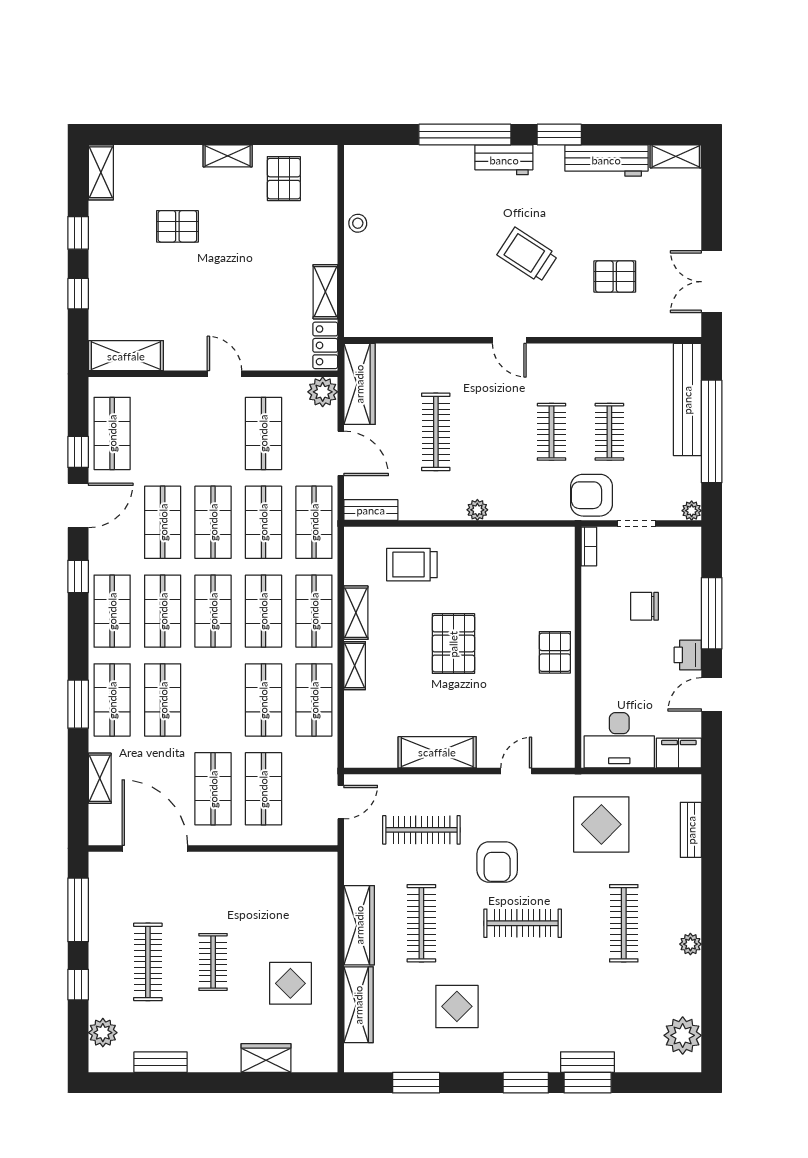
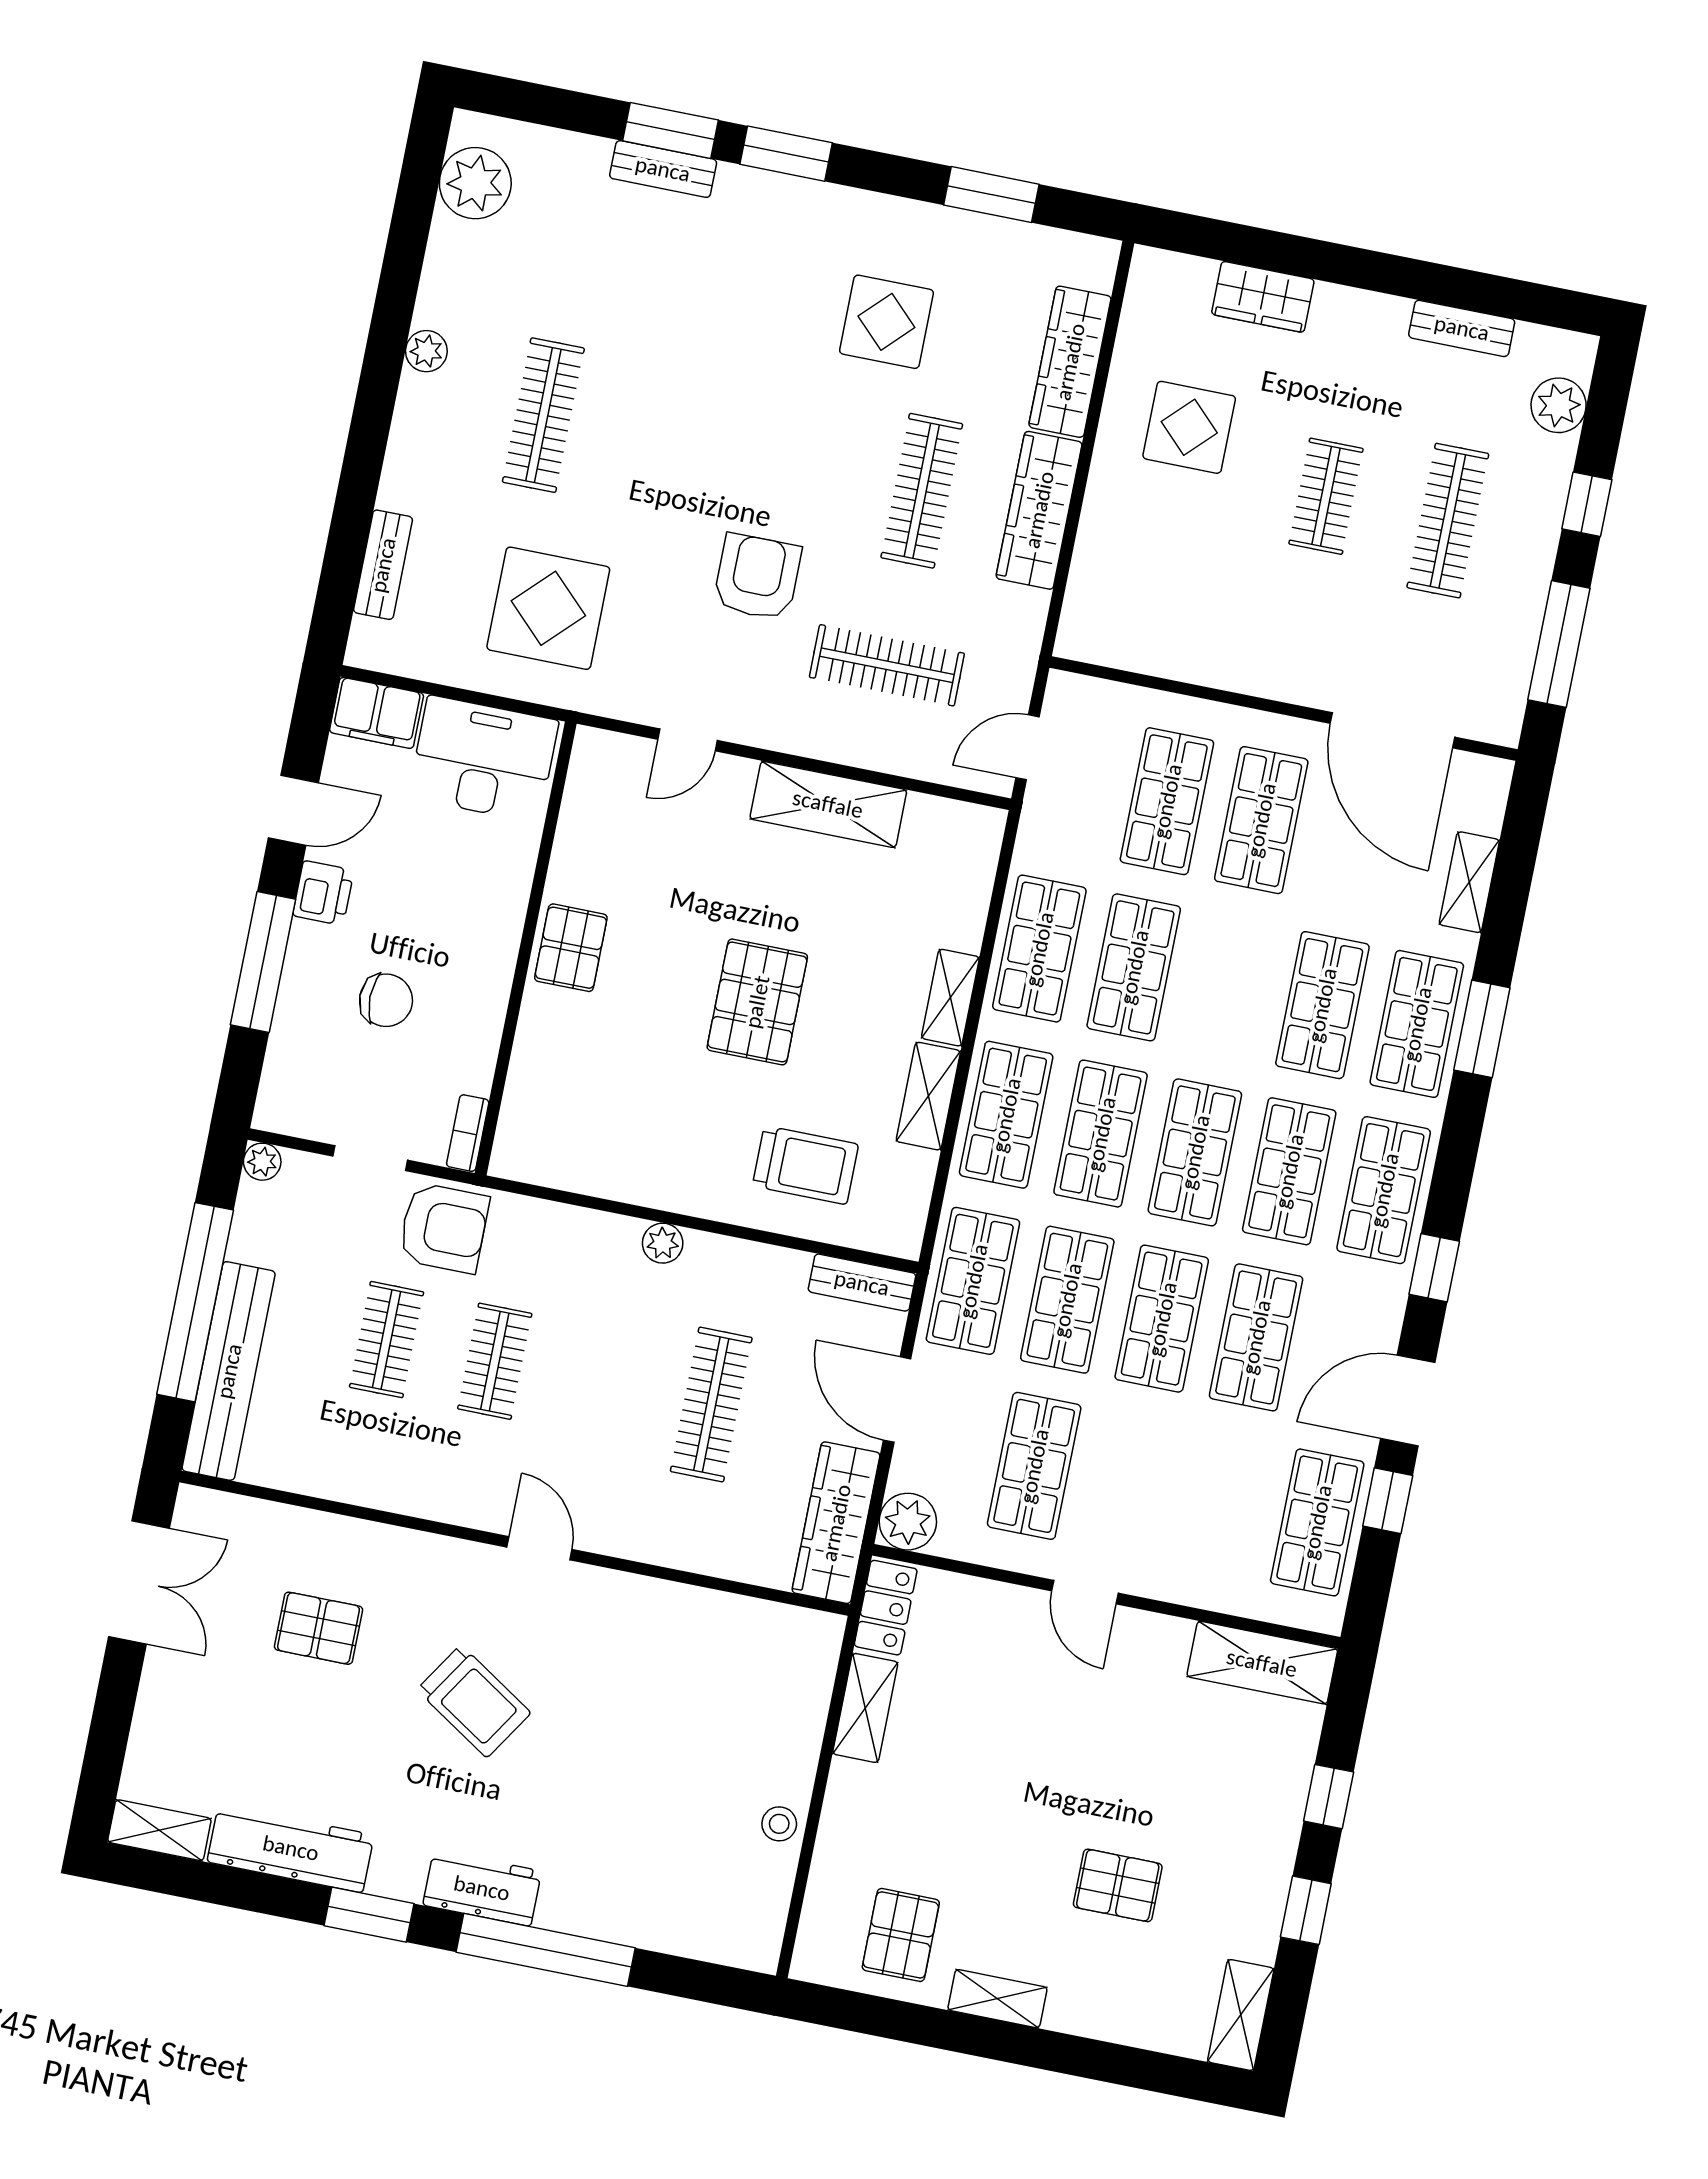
clothes rail: (523, 923) -> (733, 453), removed

